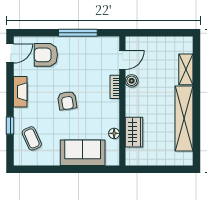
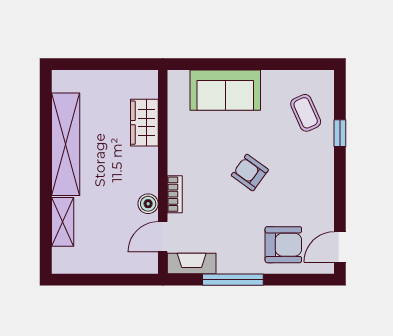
fireplace: (20, 92) -> (192, 263), moved, turned 90
armchair: (67, 101) -> (250, 173), turned -46
floor lamp: (114, 133) -> (176, 121), removed

